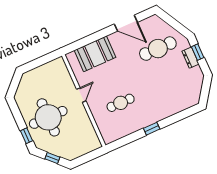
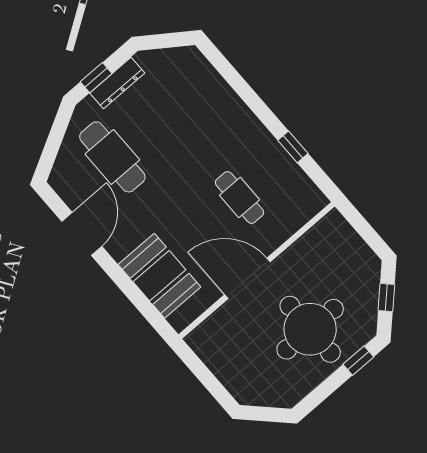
dresser: (190, 58) -> (117, 83), width x1.44
door: (81, 95) -> (247, 278), width x1.87
window: (152, 129) -> (293, 147), moved

